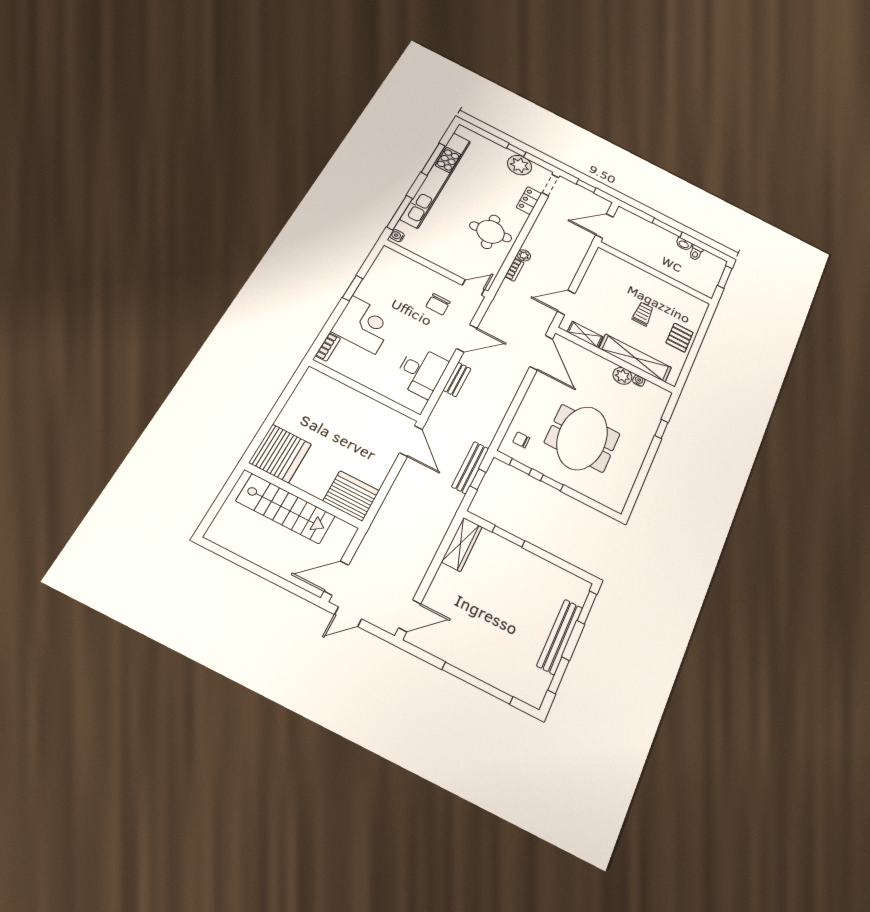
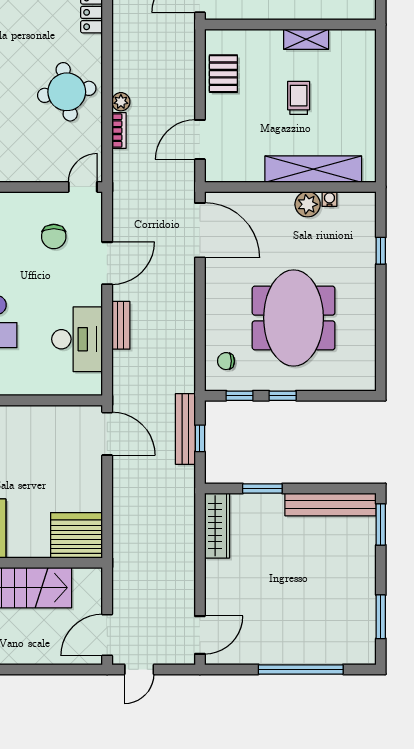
shelving: (585, 334) -> (306, 39), moved
pallet: (680, 338) -> (223, 74), moved
bench: (560, 637) -> (331, 504), moved, turned 90

